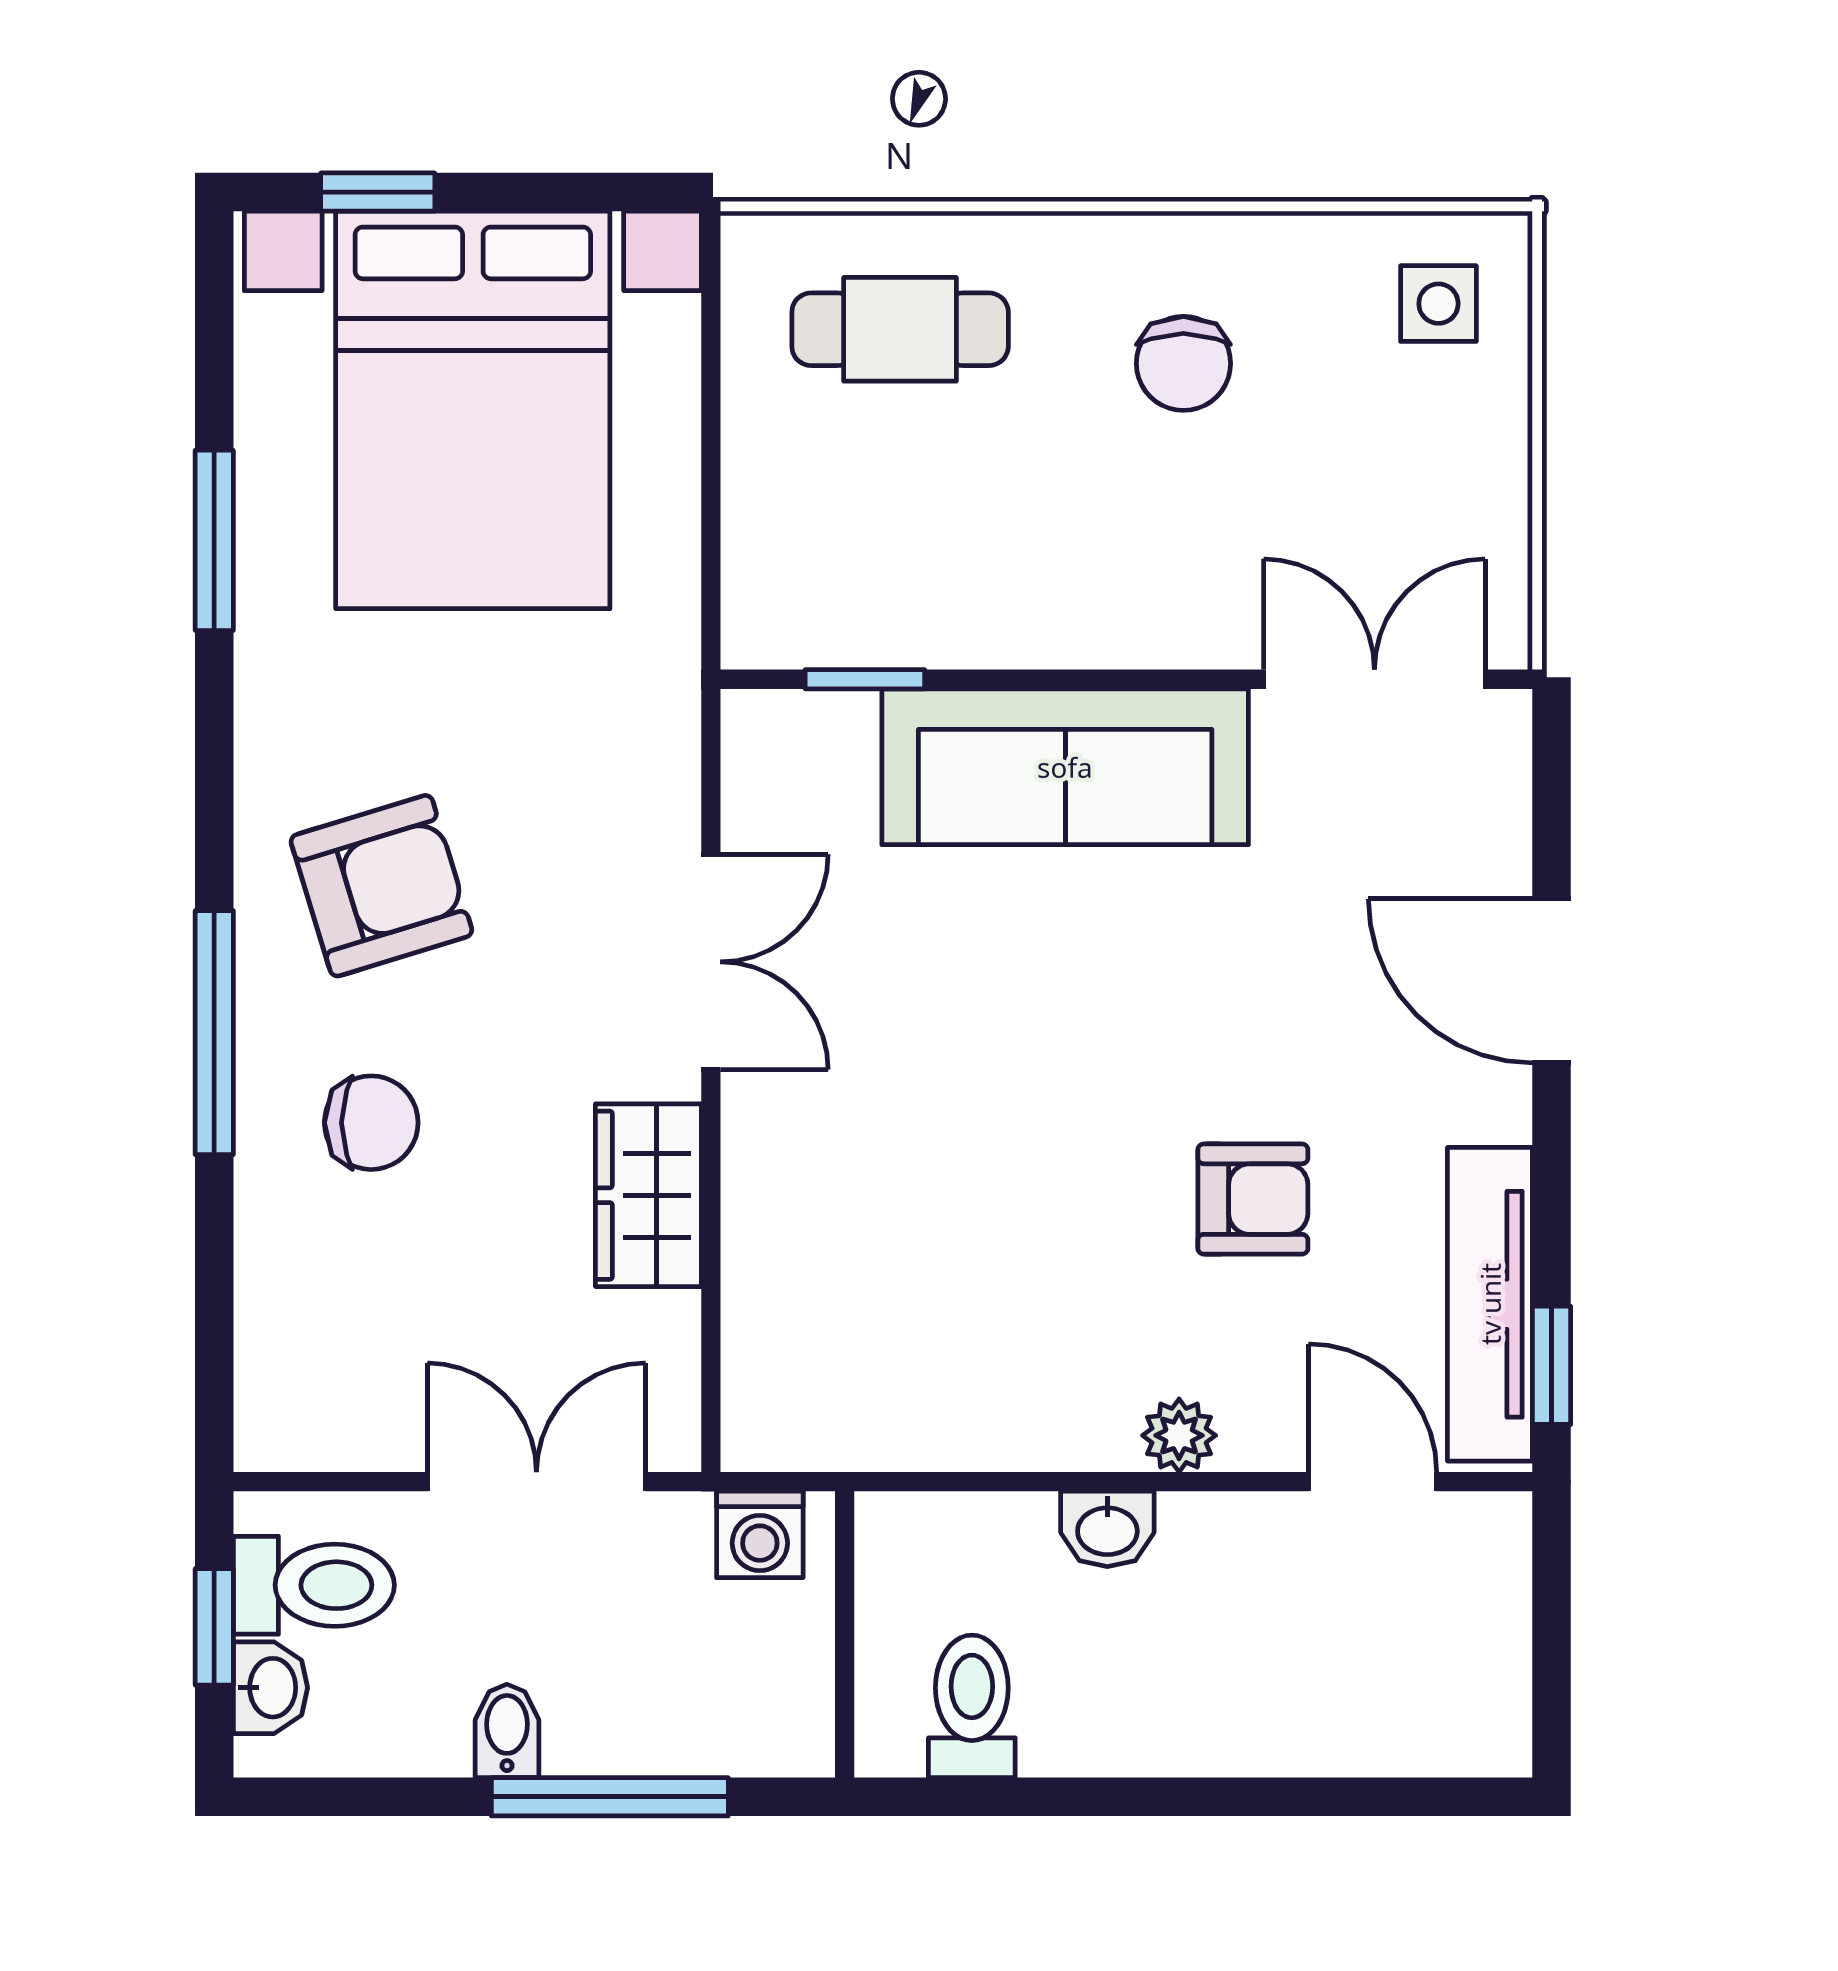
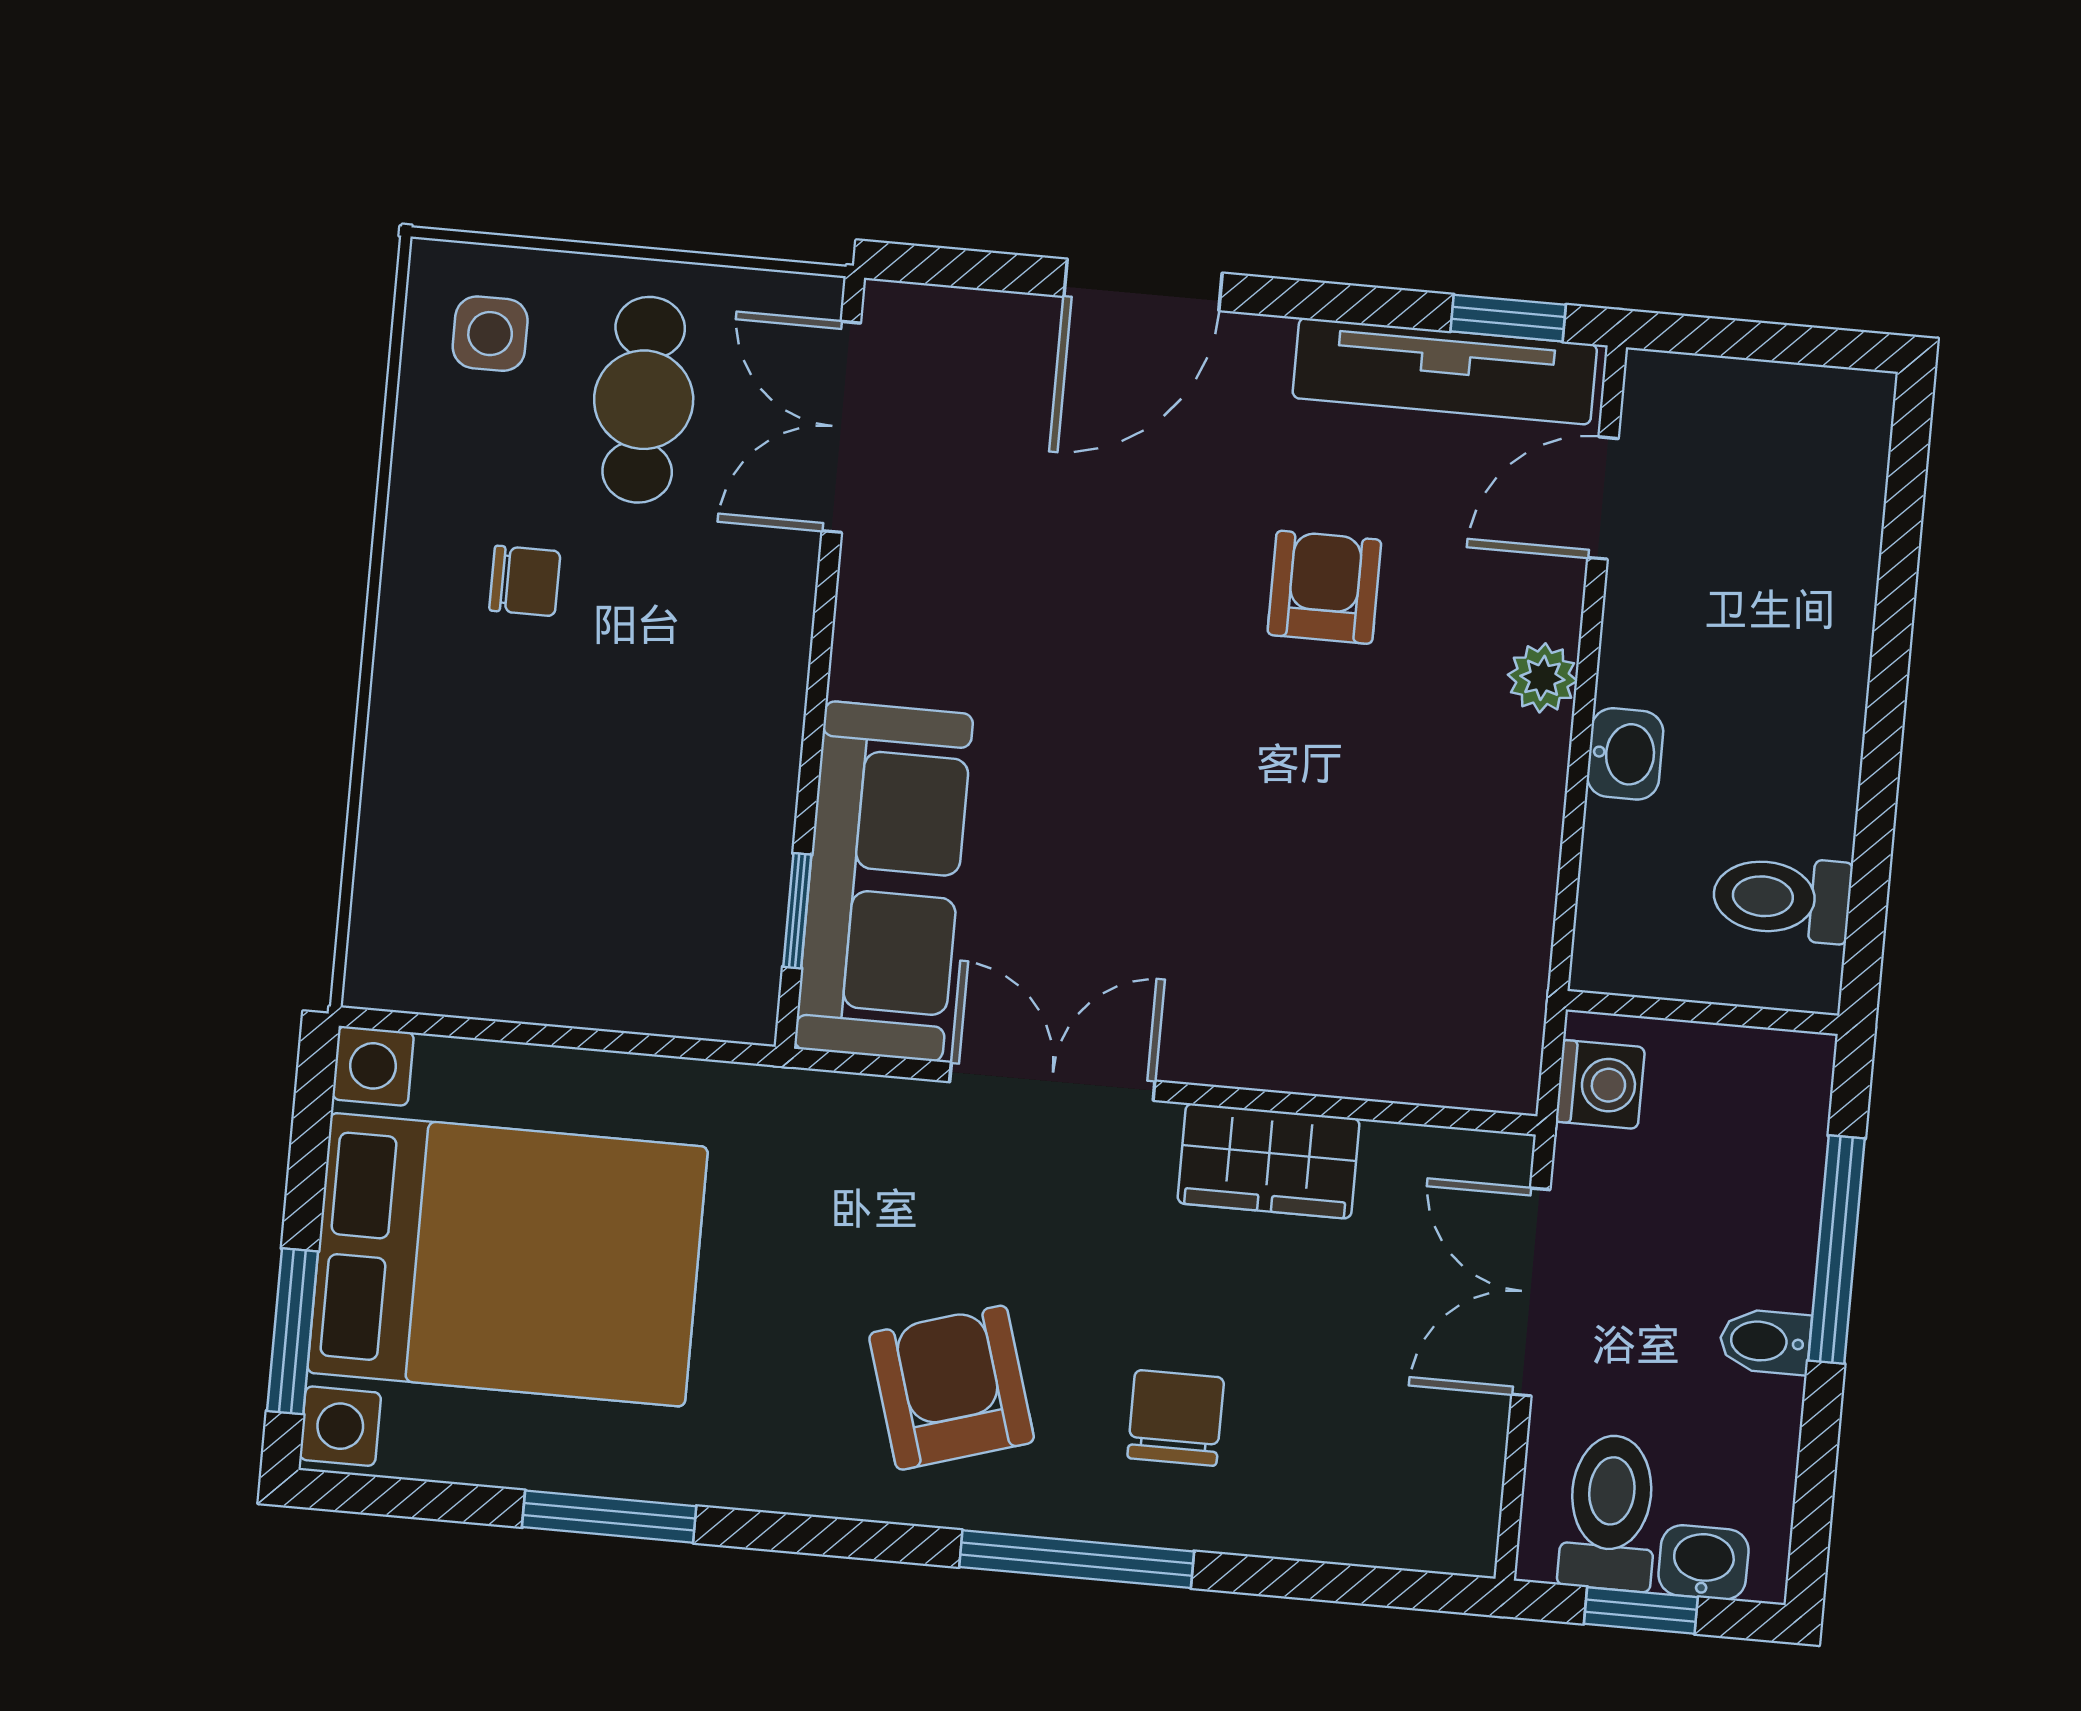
window: (378, 192) -> (293, 1331), width x1.50
cafe table: (900, 329) -> (644, 400), moved
chair: (1183, 363) -> (525, 581), width x0.73, depth x0.73
sofa: (1065, 767) -> (884, 881), moved

